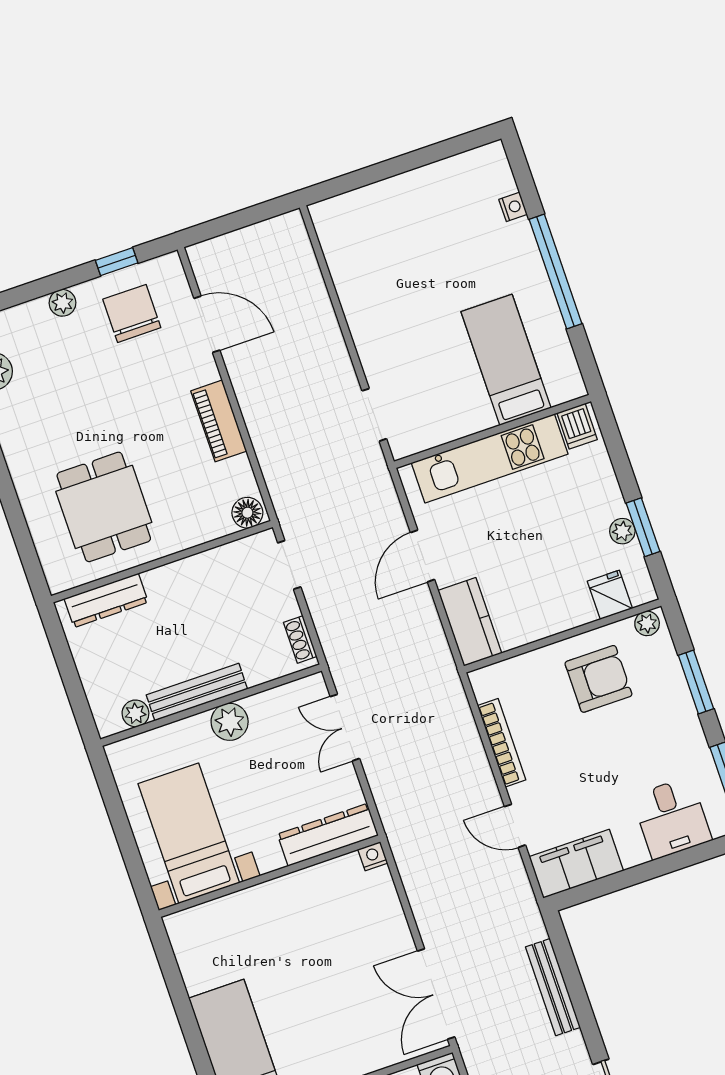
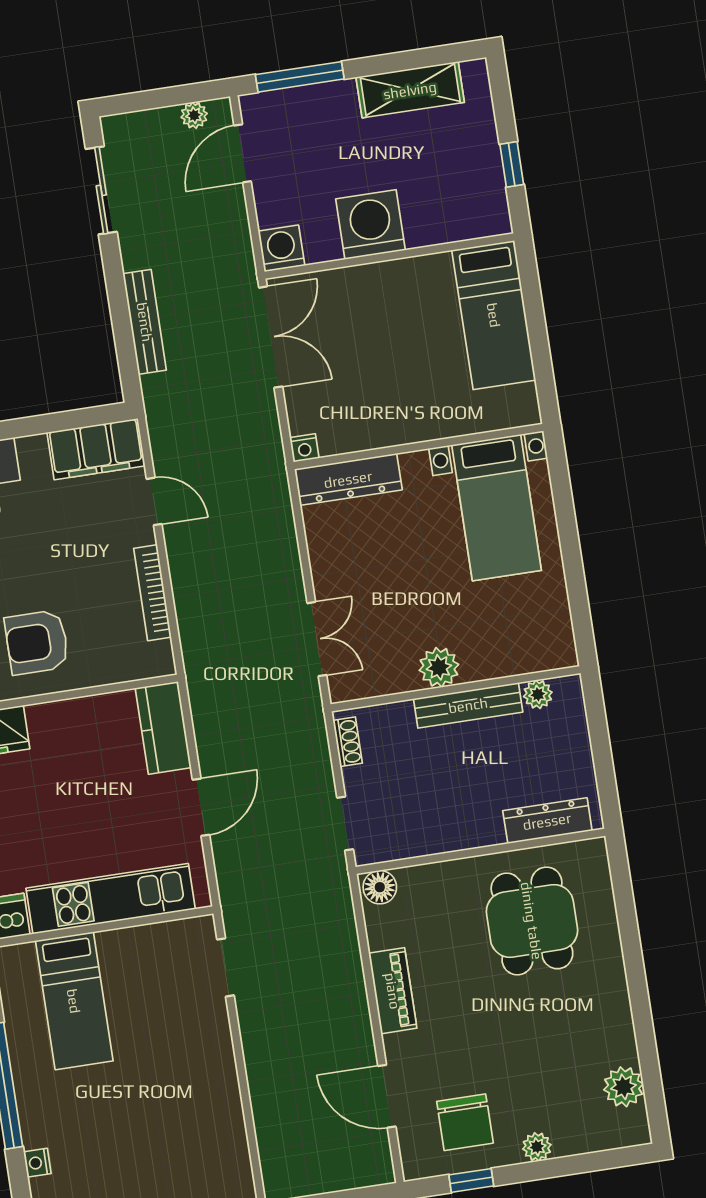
bed with nightstands: (189, 833) -> (497, 508), moved
dresser: (328, 835) -> (348, 479), moved
nightstand: (373, 856) -> (304, 448), moved
wall: (270, 876) -> (418, 446), moved

